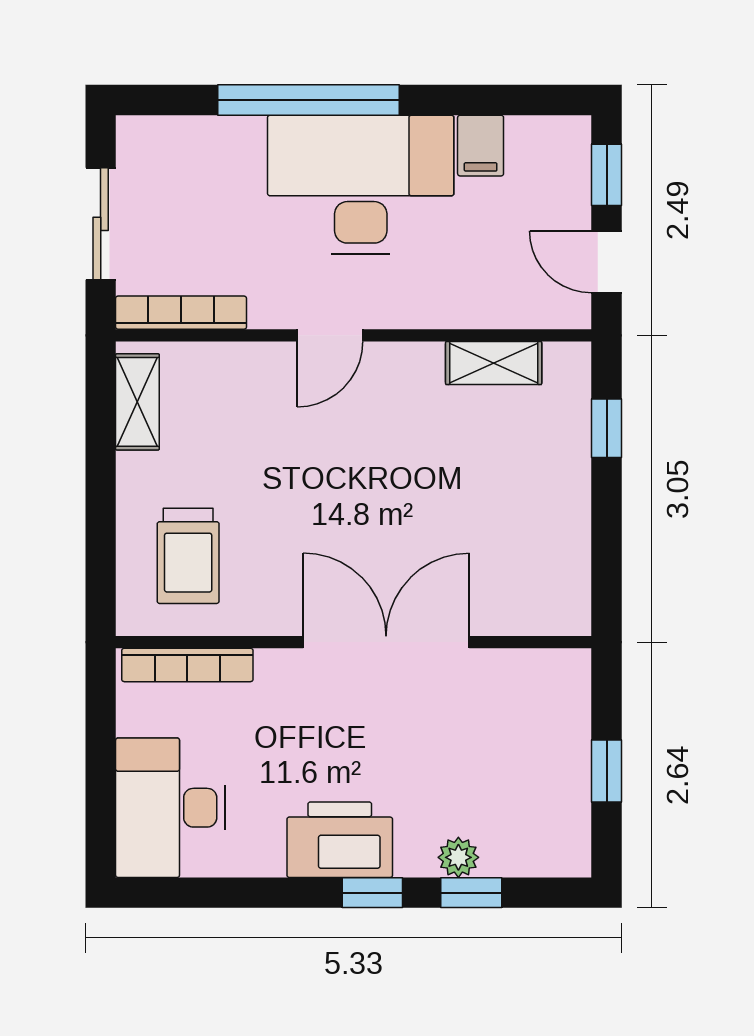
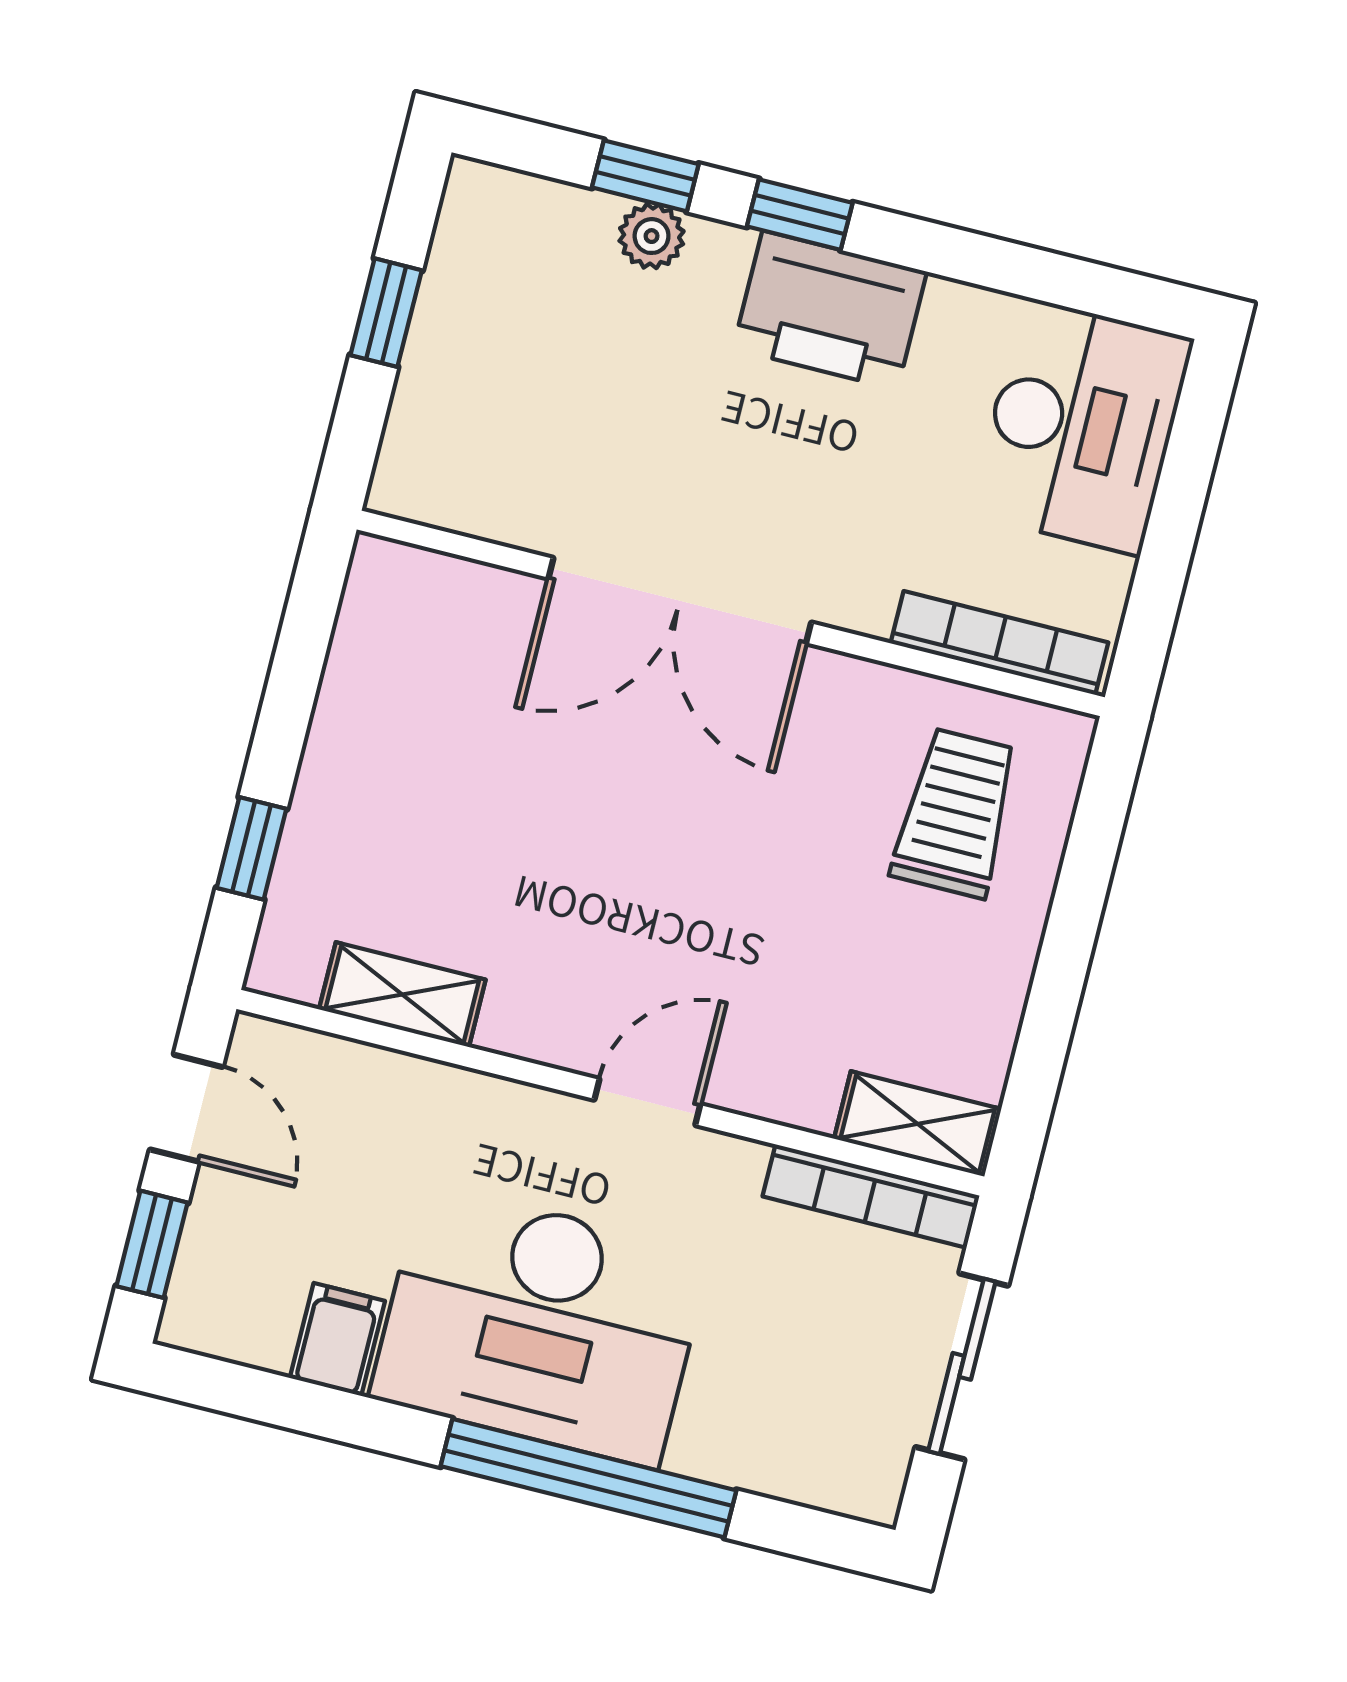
shelving: (137, 402) -> (918, 1124), moved, turned 90

